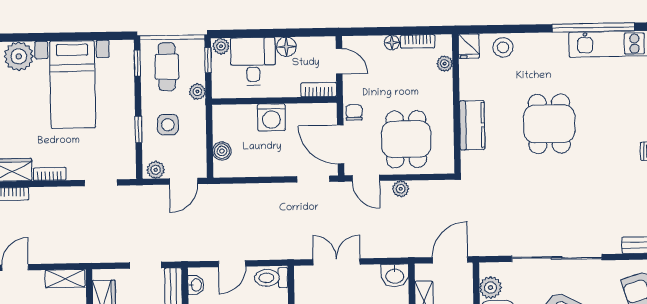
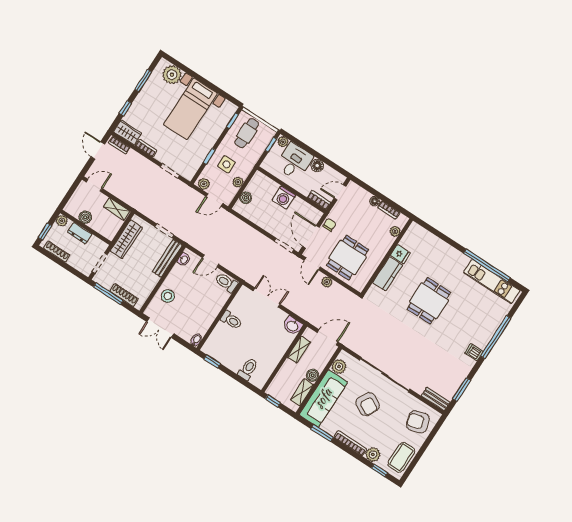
fridge: (469, 46) -> (400, 254), moved, turned -90
stool: (503, 47) -> (432, 244), removed
door: (339, 61) -> (340, 192), swing flipped
plant: (197, 92) -> (238, 182), moved

